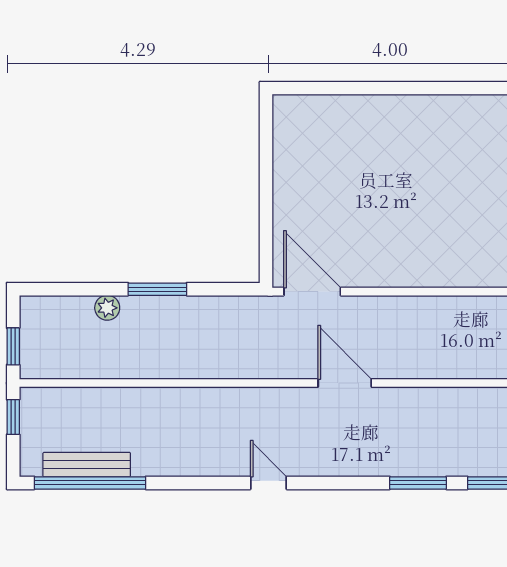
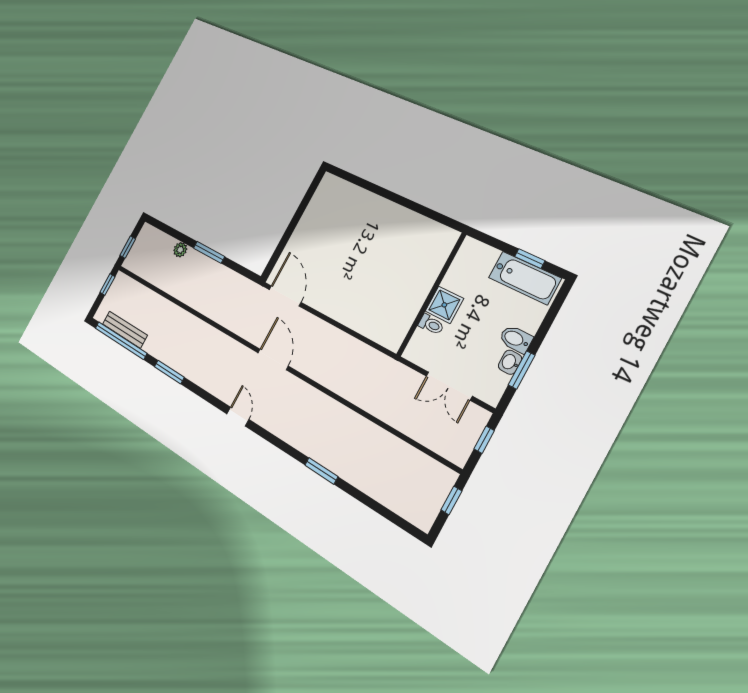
door: (269, 483) -> (238, 417), moved
window: (418, 483) -> (169, 372), moved

